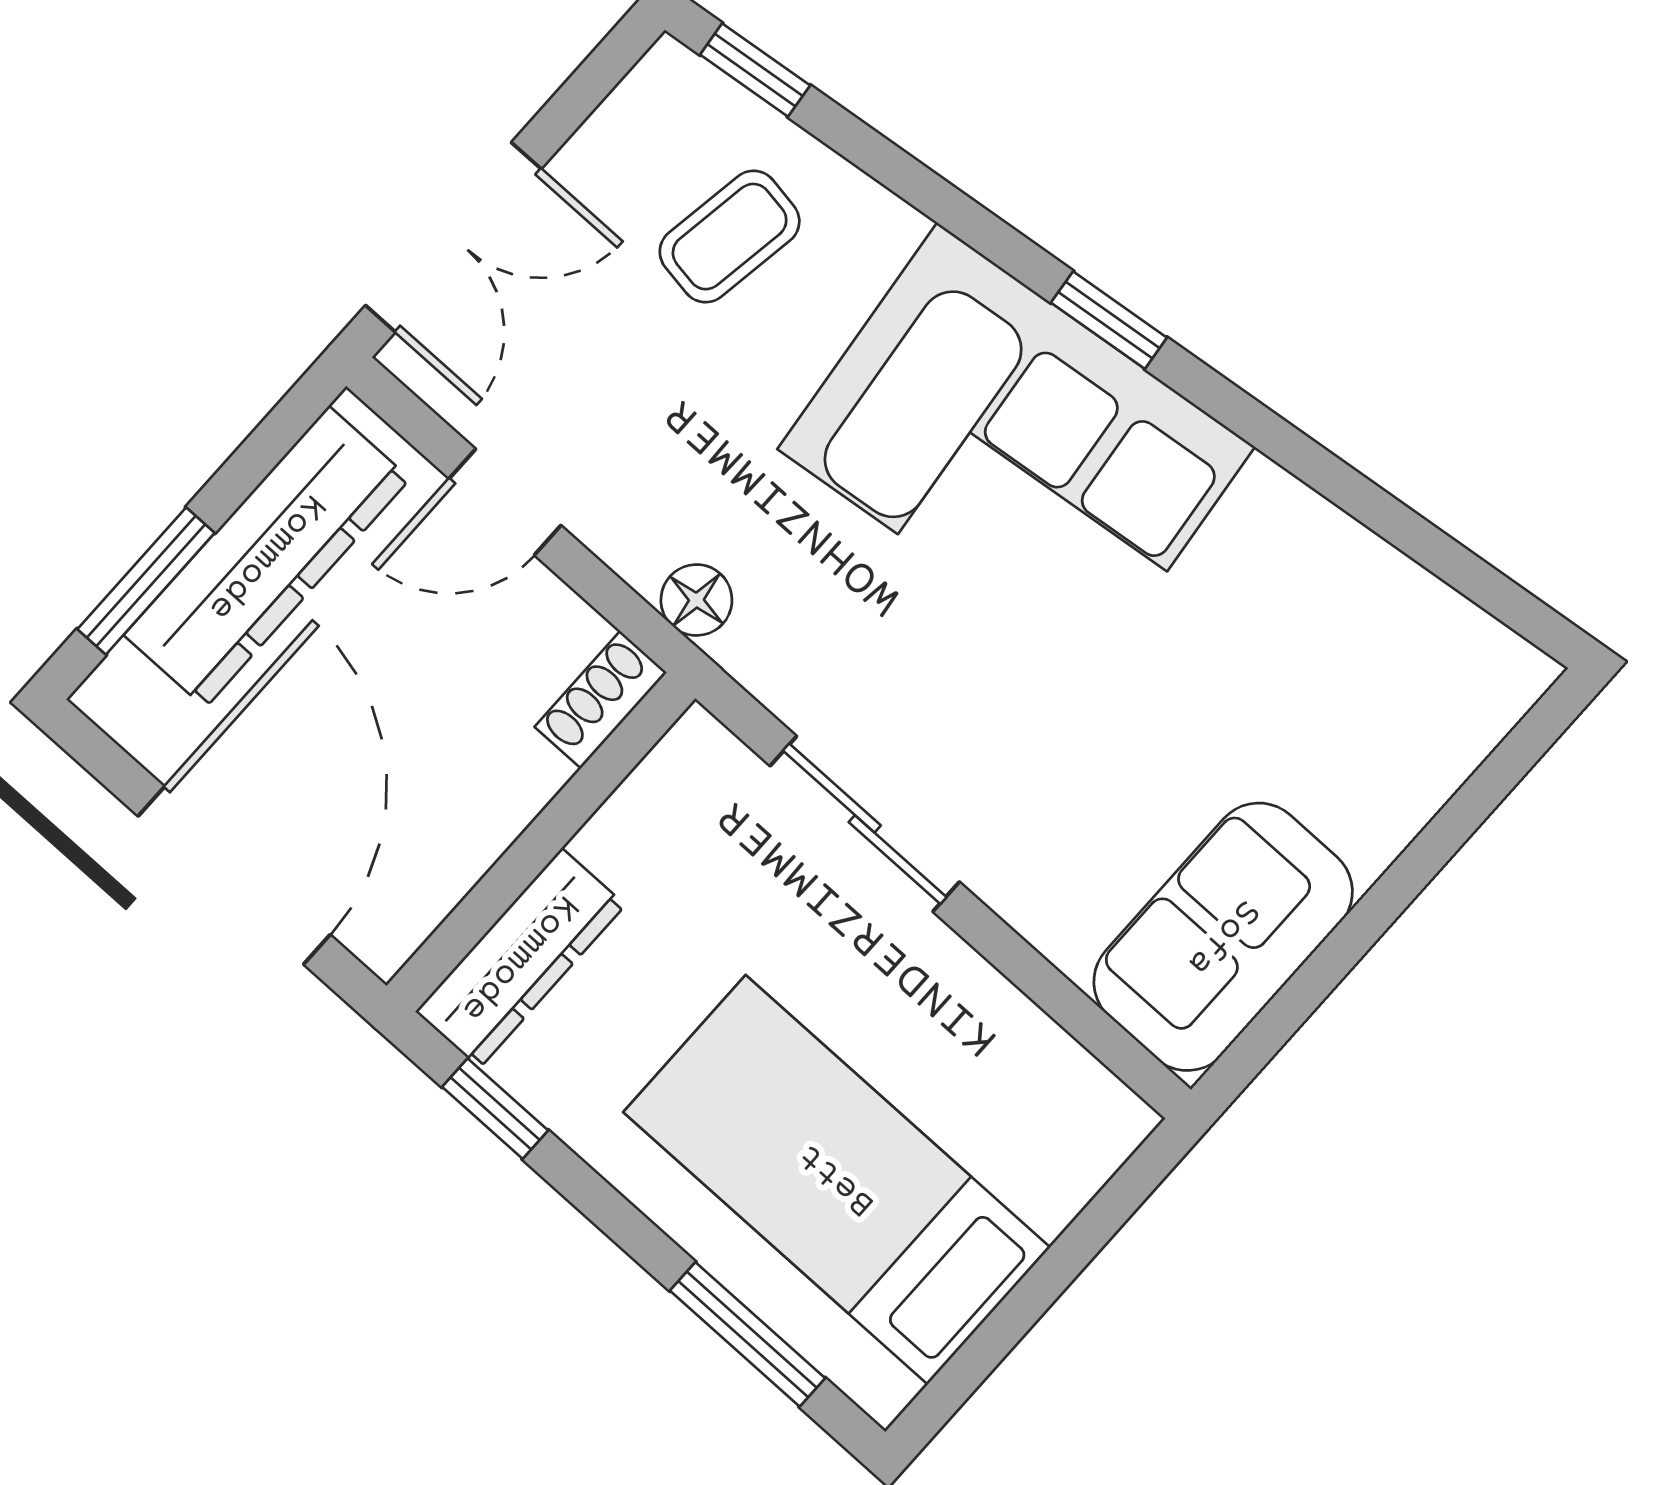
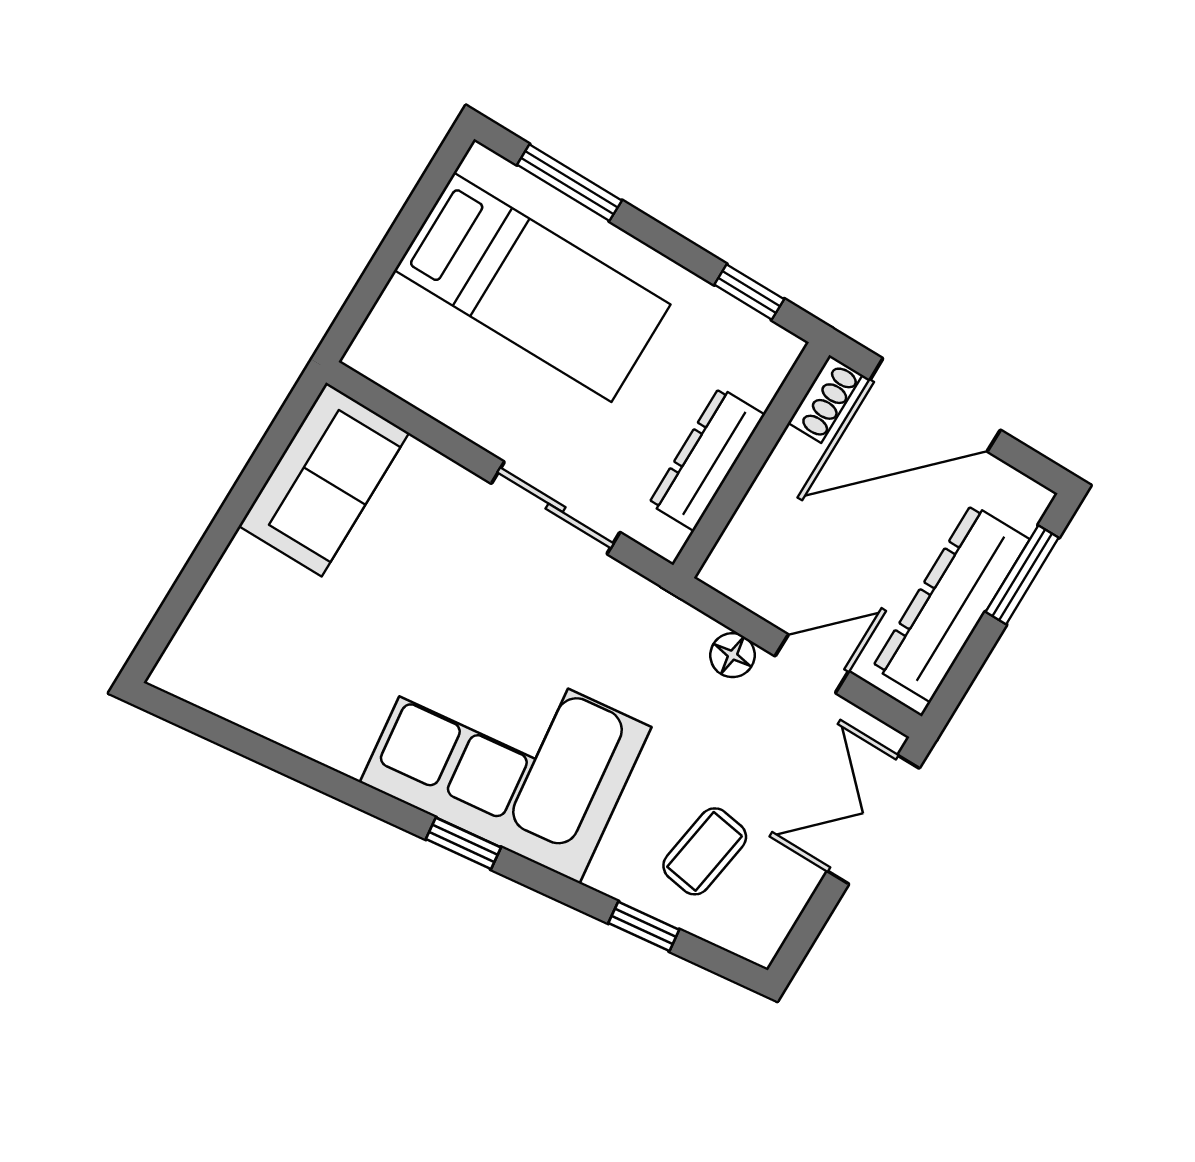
window: (755, 70) -> (644, 926), moved
floor lamp: (696, 600) -> (732, 655), moved
shoe rack: (601, 700) -> (825, 399), moved
door: (234, 875) -> (935, 405), hinge flipped
dresser: (520, 958) -> (707, 459), moved

